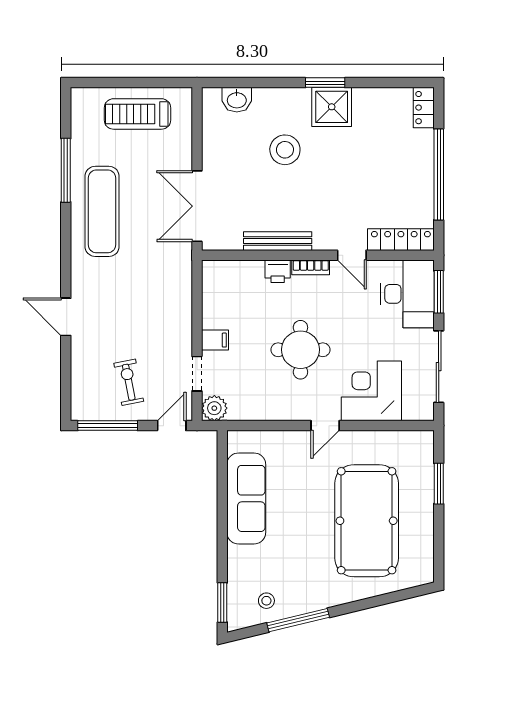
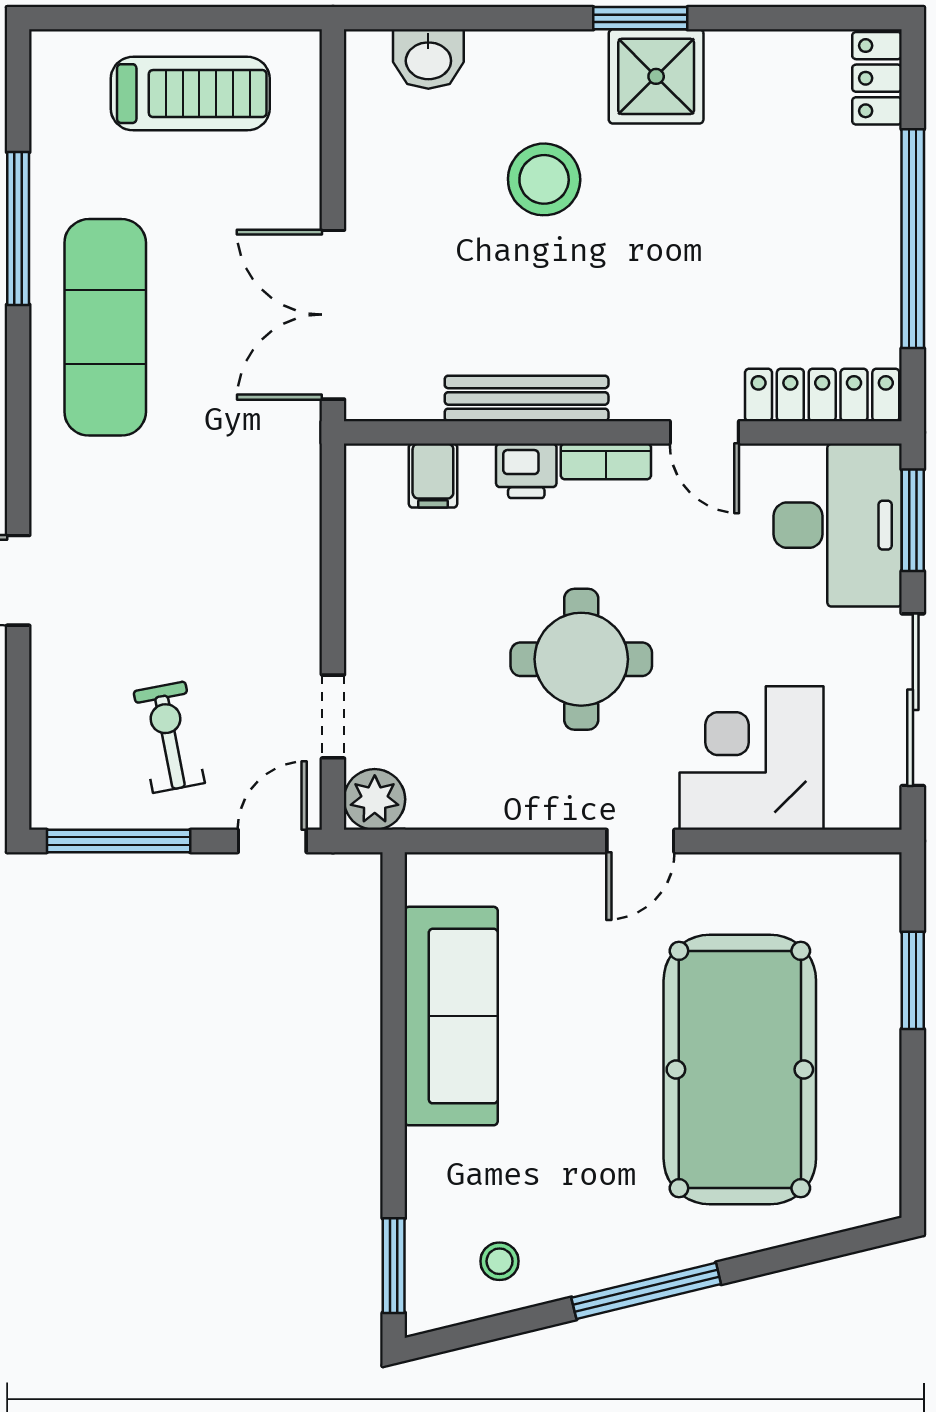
treadmill: (137, 114) -> (190, 94), turned 180
filing cabinet: (215, 340) -> (433, 476), moved, turned 90
window: (298, 620) -> (646, 1291), moved

